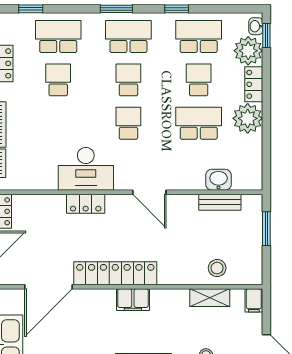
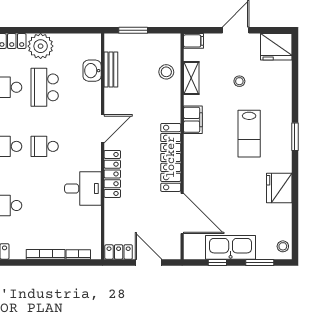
desk: (86, 169) -> (83, 188), width x0.73
locker: (86, 204) -> (112, 174), width x1.53
filing cabinet: (133, 300) -> (193, 120), moved

